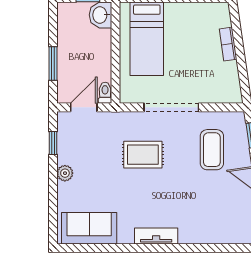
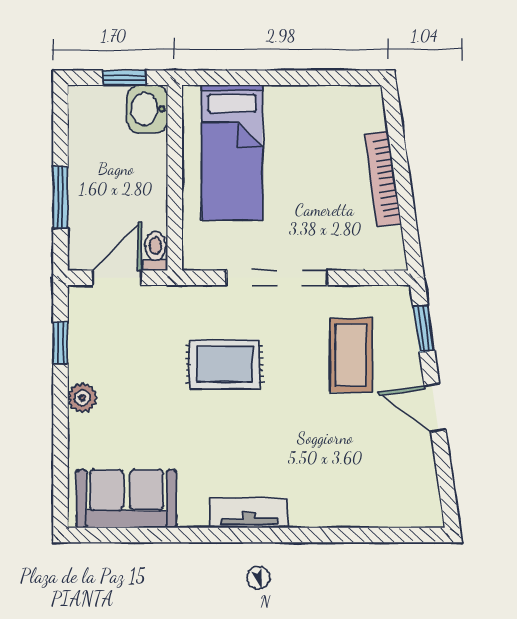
bookcase: (228, 44) -> (383, 179), width x1.56

